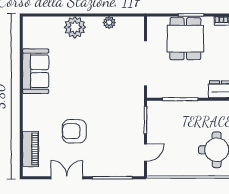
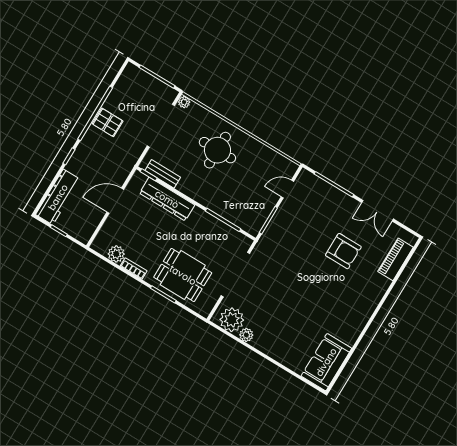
plant: (75, 27) -> (232, 320), moved
dining table: (185, 39) -> (183, 275), turned 90
sofa: (36, 71) -> (326, 362), moved

